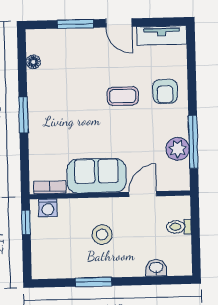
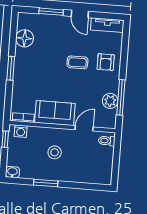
floor lamp: (33, 62) -> (25, 38), width x1.89, depth x1.89
toilet: (179, 227) -> (107, 141), moved
washbasin: (156, 268) -> (12, 172), moved

